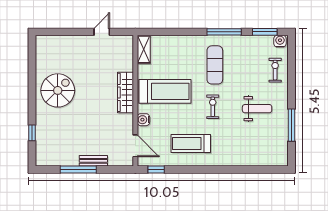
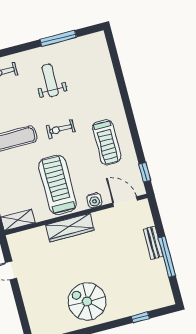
door: (135, 146) -> (125, 202), hinge flipped

